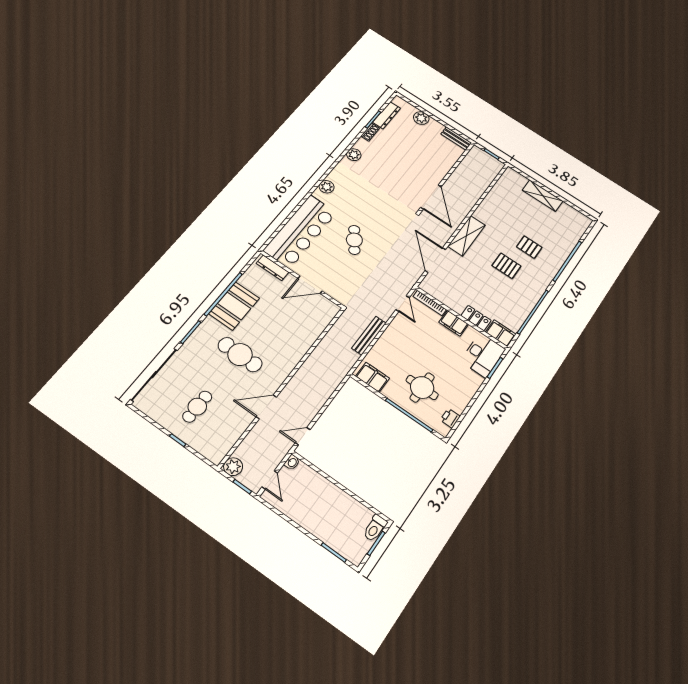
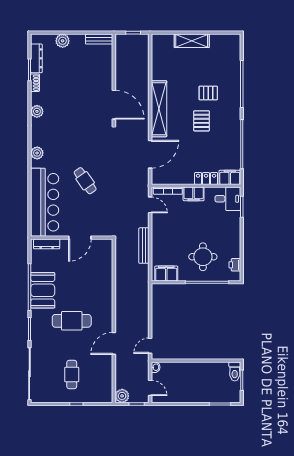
shelving: (467, 236) -> (159, 109), width x1.47
door: (435, 260) -> (150, 154), swing flipped
pallet: (506, 266) -> (202, 121), turned 90
desk: (483, 355) -> (228, 199), width x0.73

